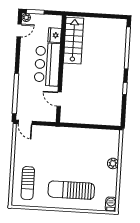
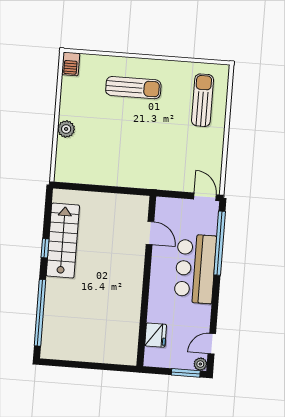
stairs: (74, 41) -> (63, 241), moved, turned 180
bar counter: (47, 64) -> (195, 269), moved, turned 180
sun lounger: (71, 190) -> (133, 88), width x0.73, depth x0.75

